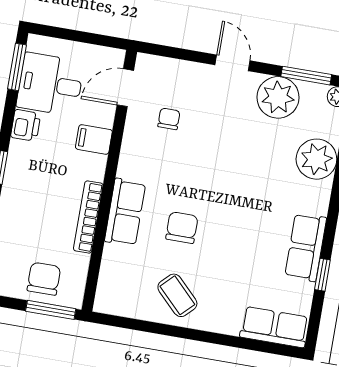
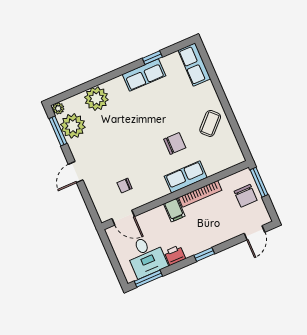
plant: (278, 97) -> (73, 126), moved
filing cabinet: (94, 139) -> (174, 210), moved
chair: (182, 228) -> (175, 143), turned 180
chair: (44, 279) -> (246, 196), turned -90

